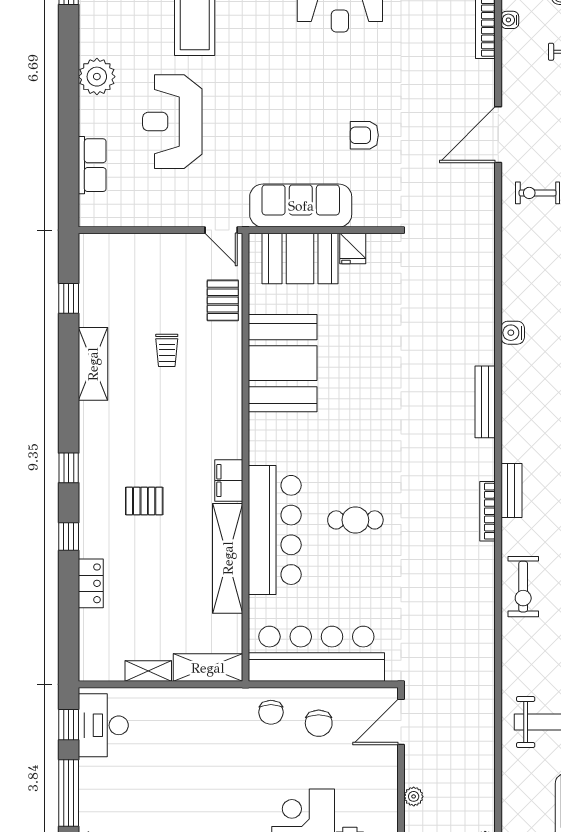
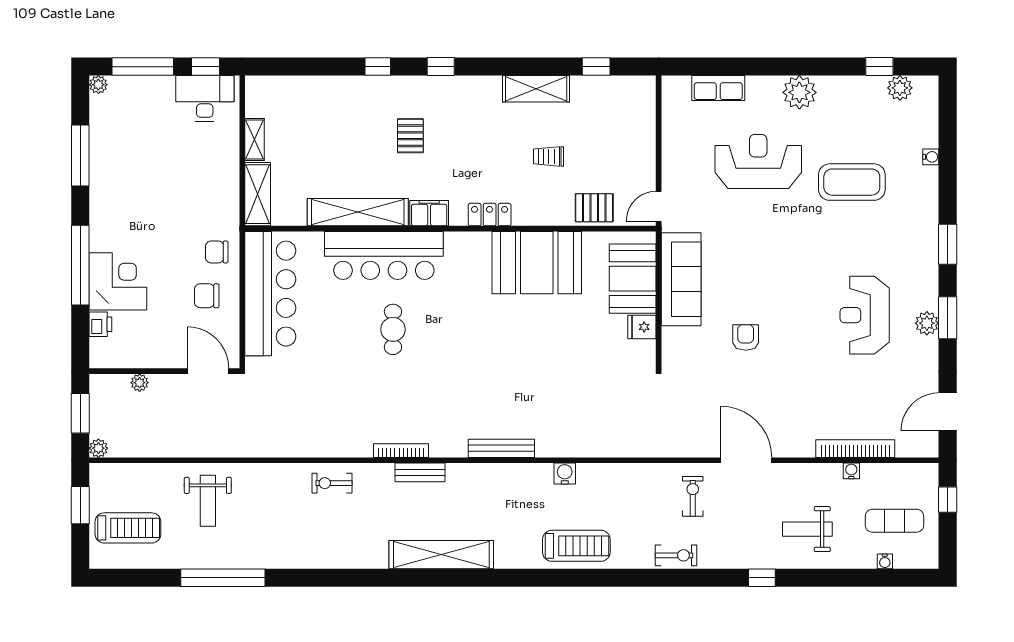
locker: (91, 583) -> (490, 215), moved, turned 180
exercise bike: (523, 587) -> (332, 483), width x0.73, depth x0.72

